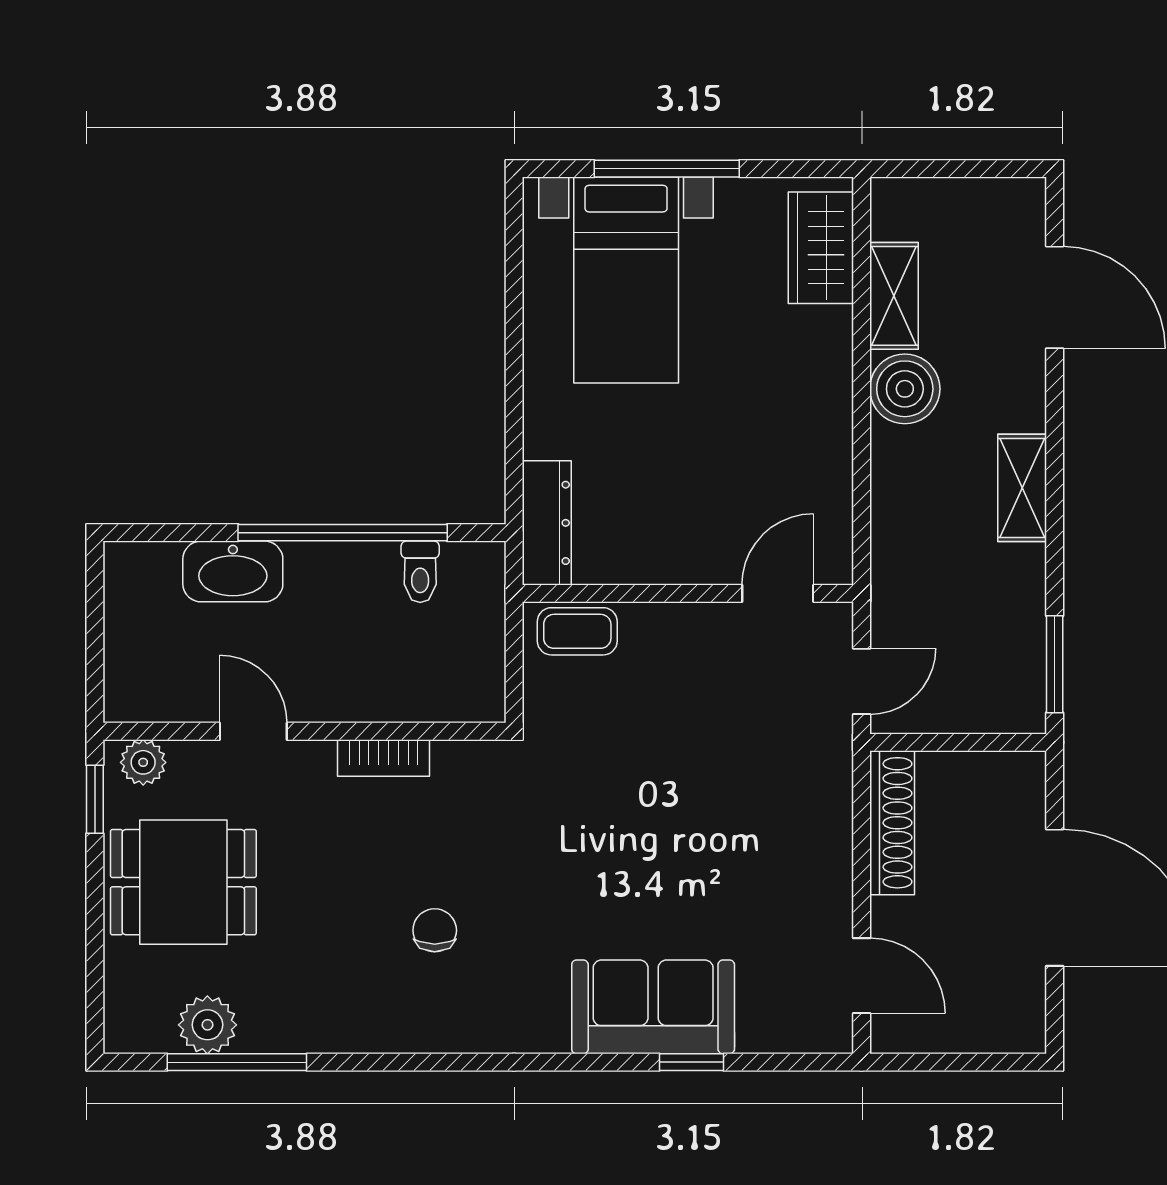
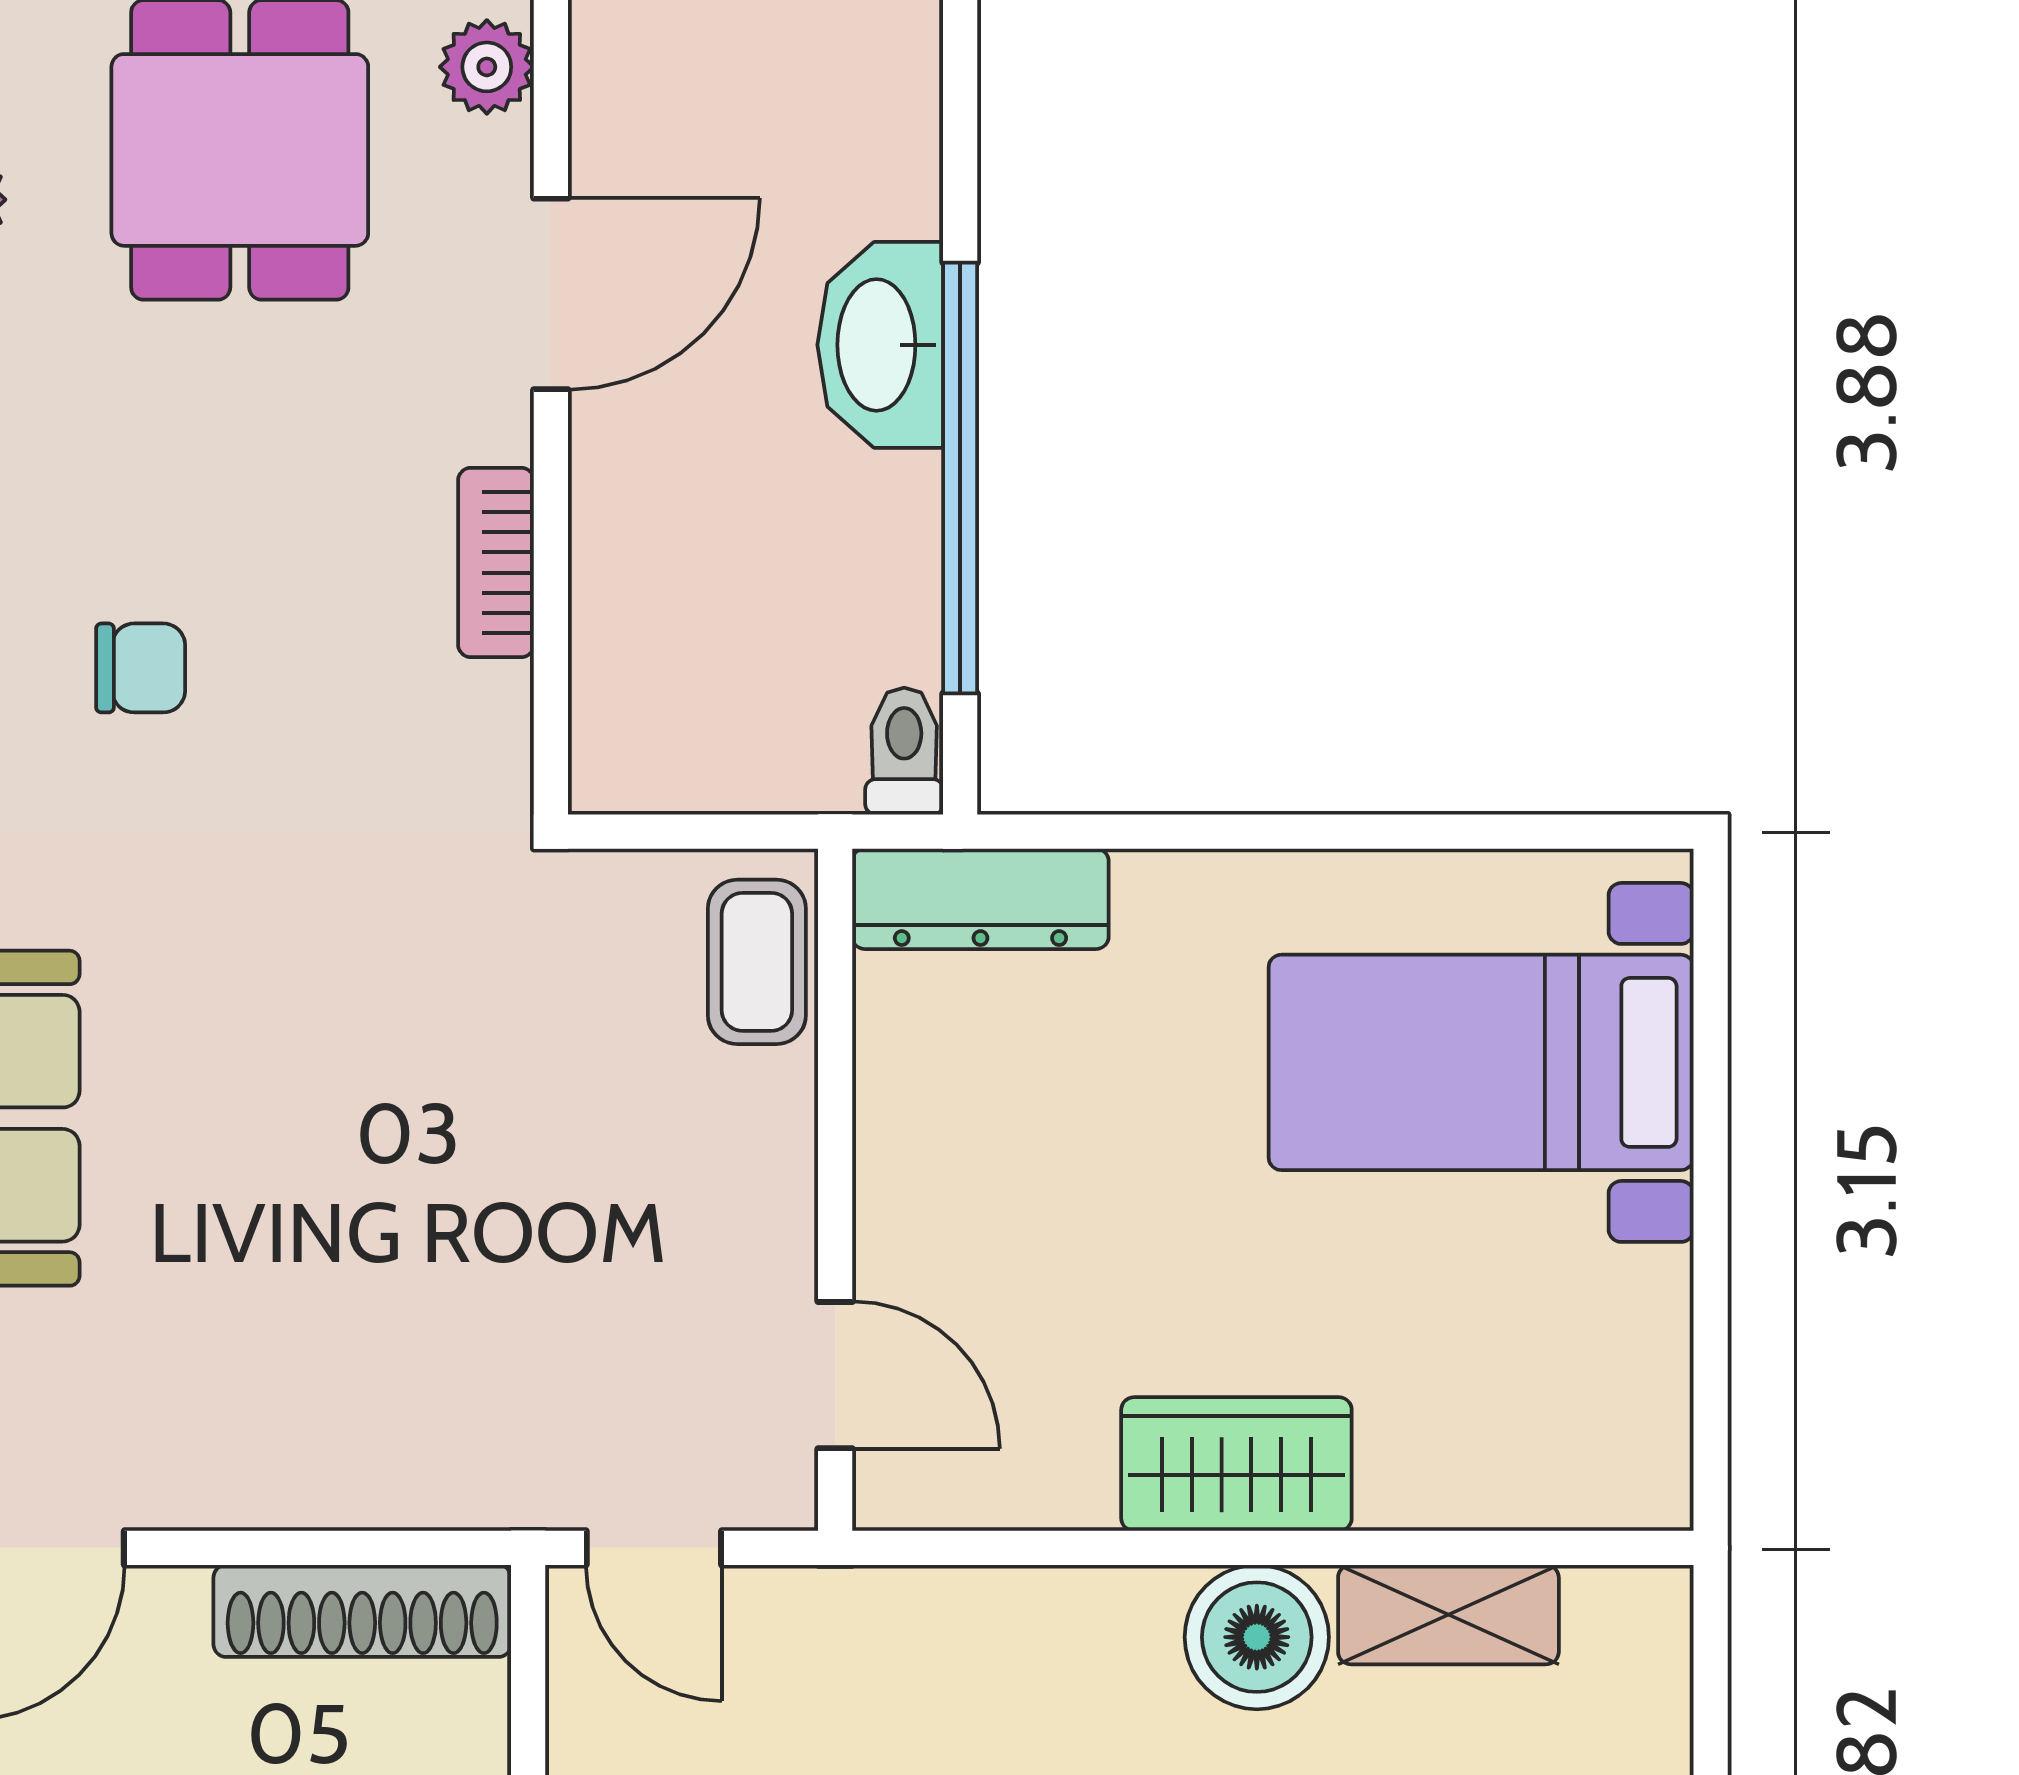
window: (667, 169) -> (1711, 1146), removed
wardrobe: (821, 248) -> (1236, 1464), moved
washbasin: (233, 571) -> (880, 345), moved
toilet: (420, 572) -> (904, 751), moved, turned 90
door: (253, 731) -> (551, 294), width x1.38

